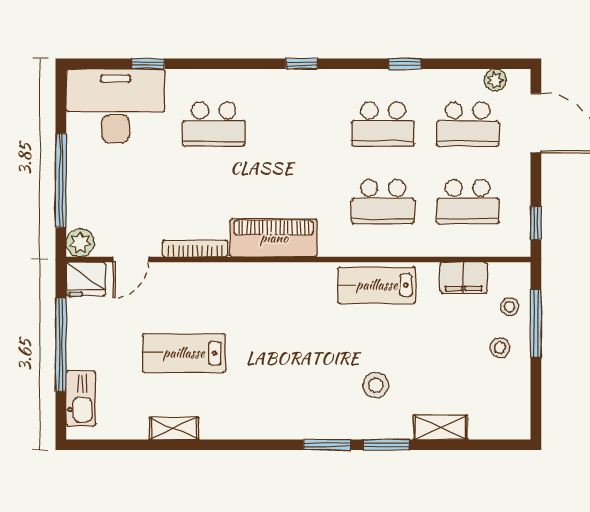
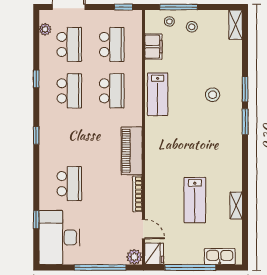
shelving: (440, 427) -> (236, 25), moved

